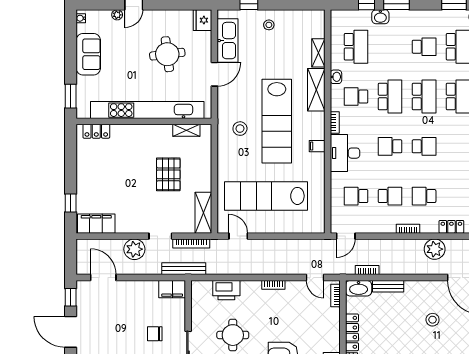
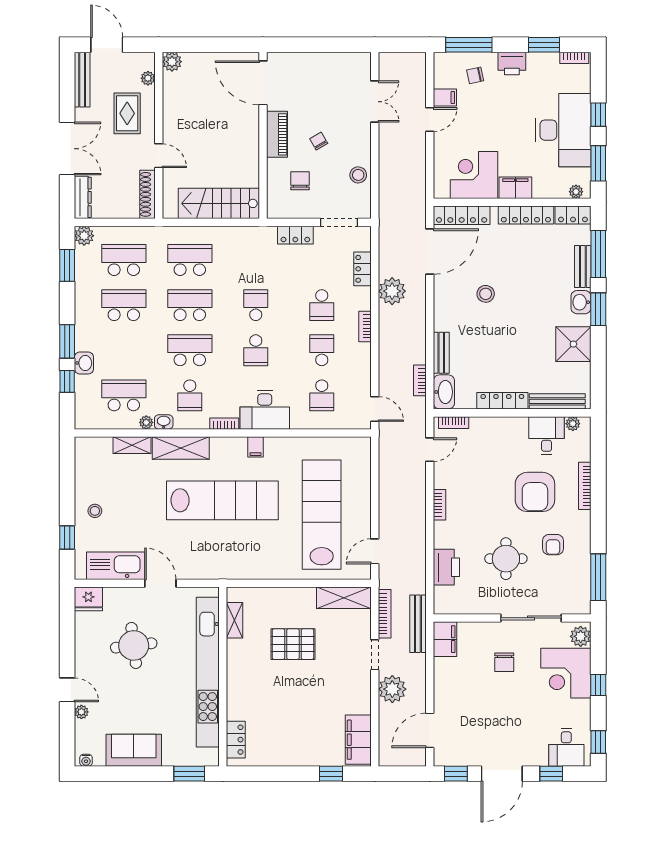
school desk: (424, 47) -> (124, 305), width x1.85
plant: (335, 64) -> (146, 422), added
stool: (240, 129) -> (232, 549), removed
lab bench: (266, 196) -> (322, 515), turned 180

